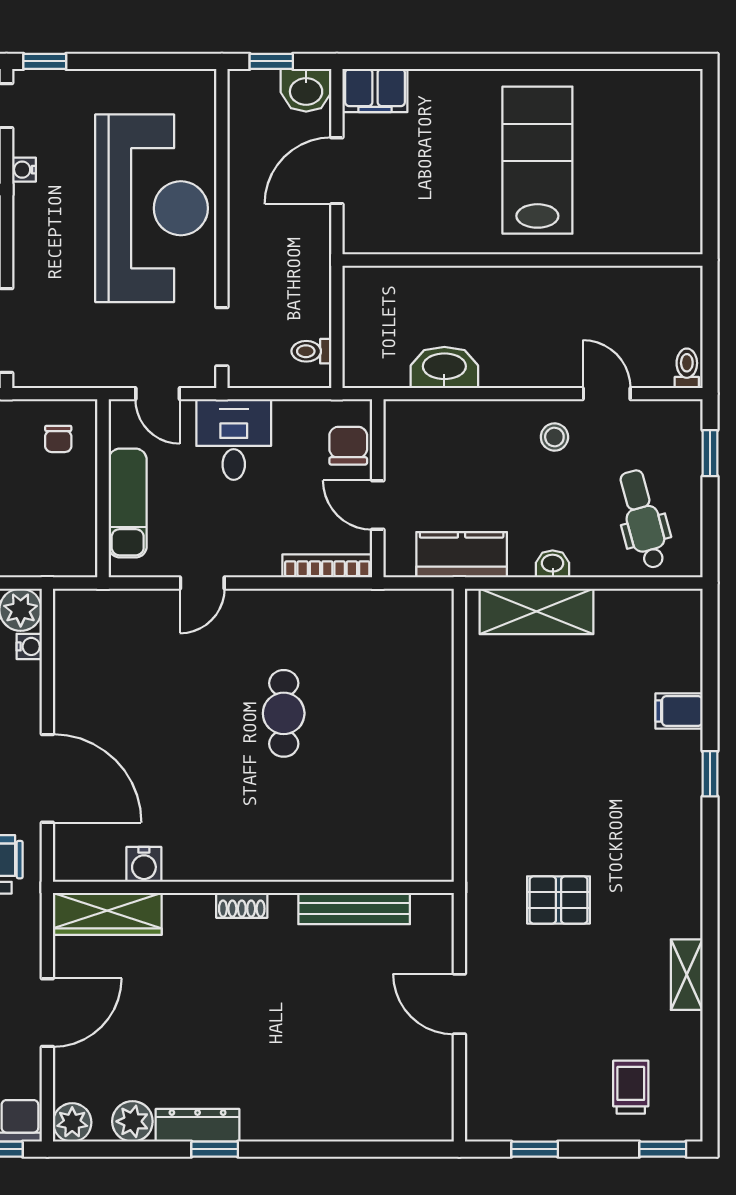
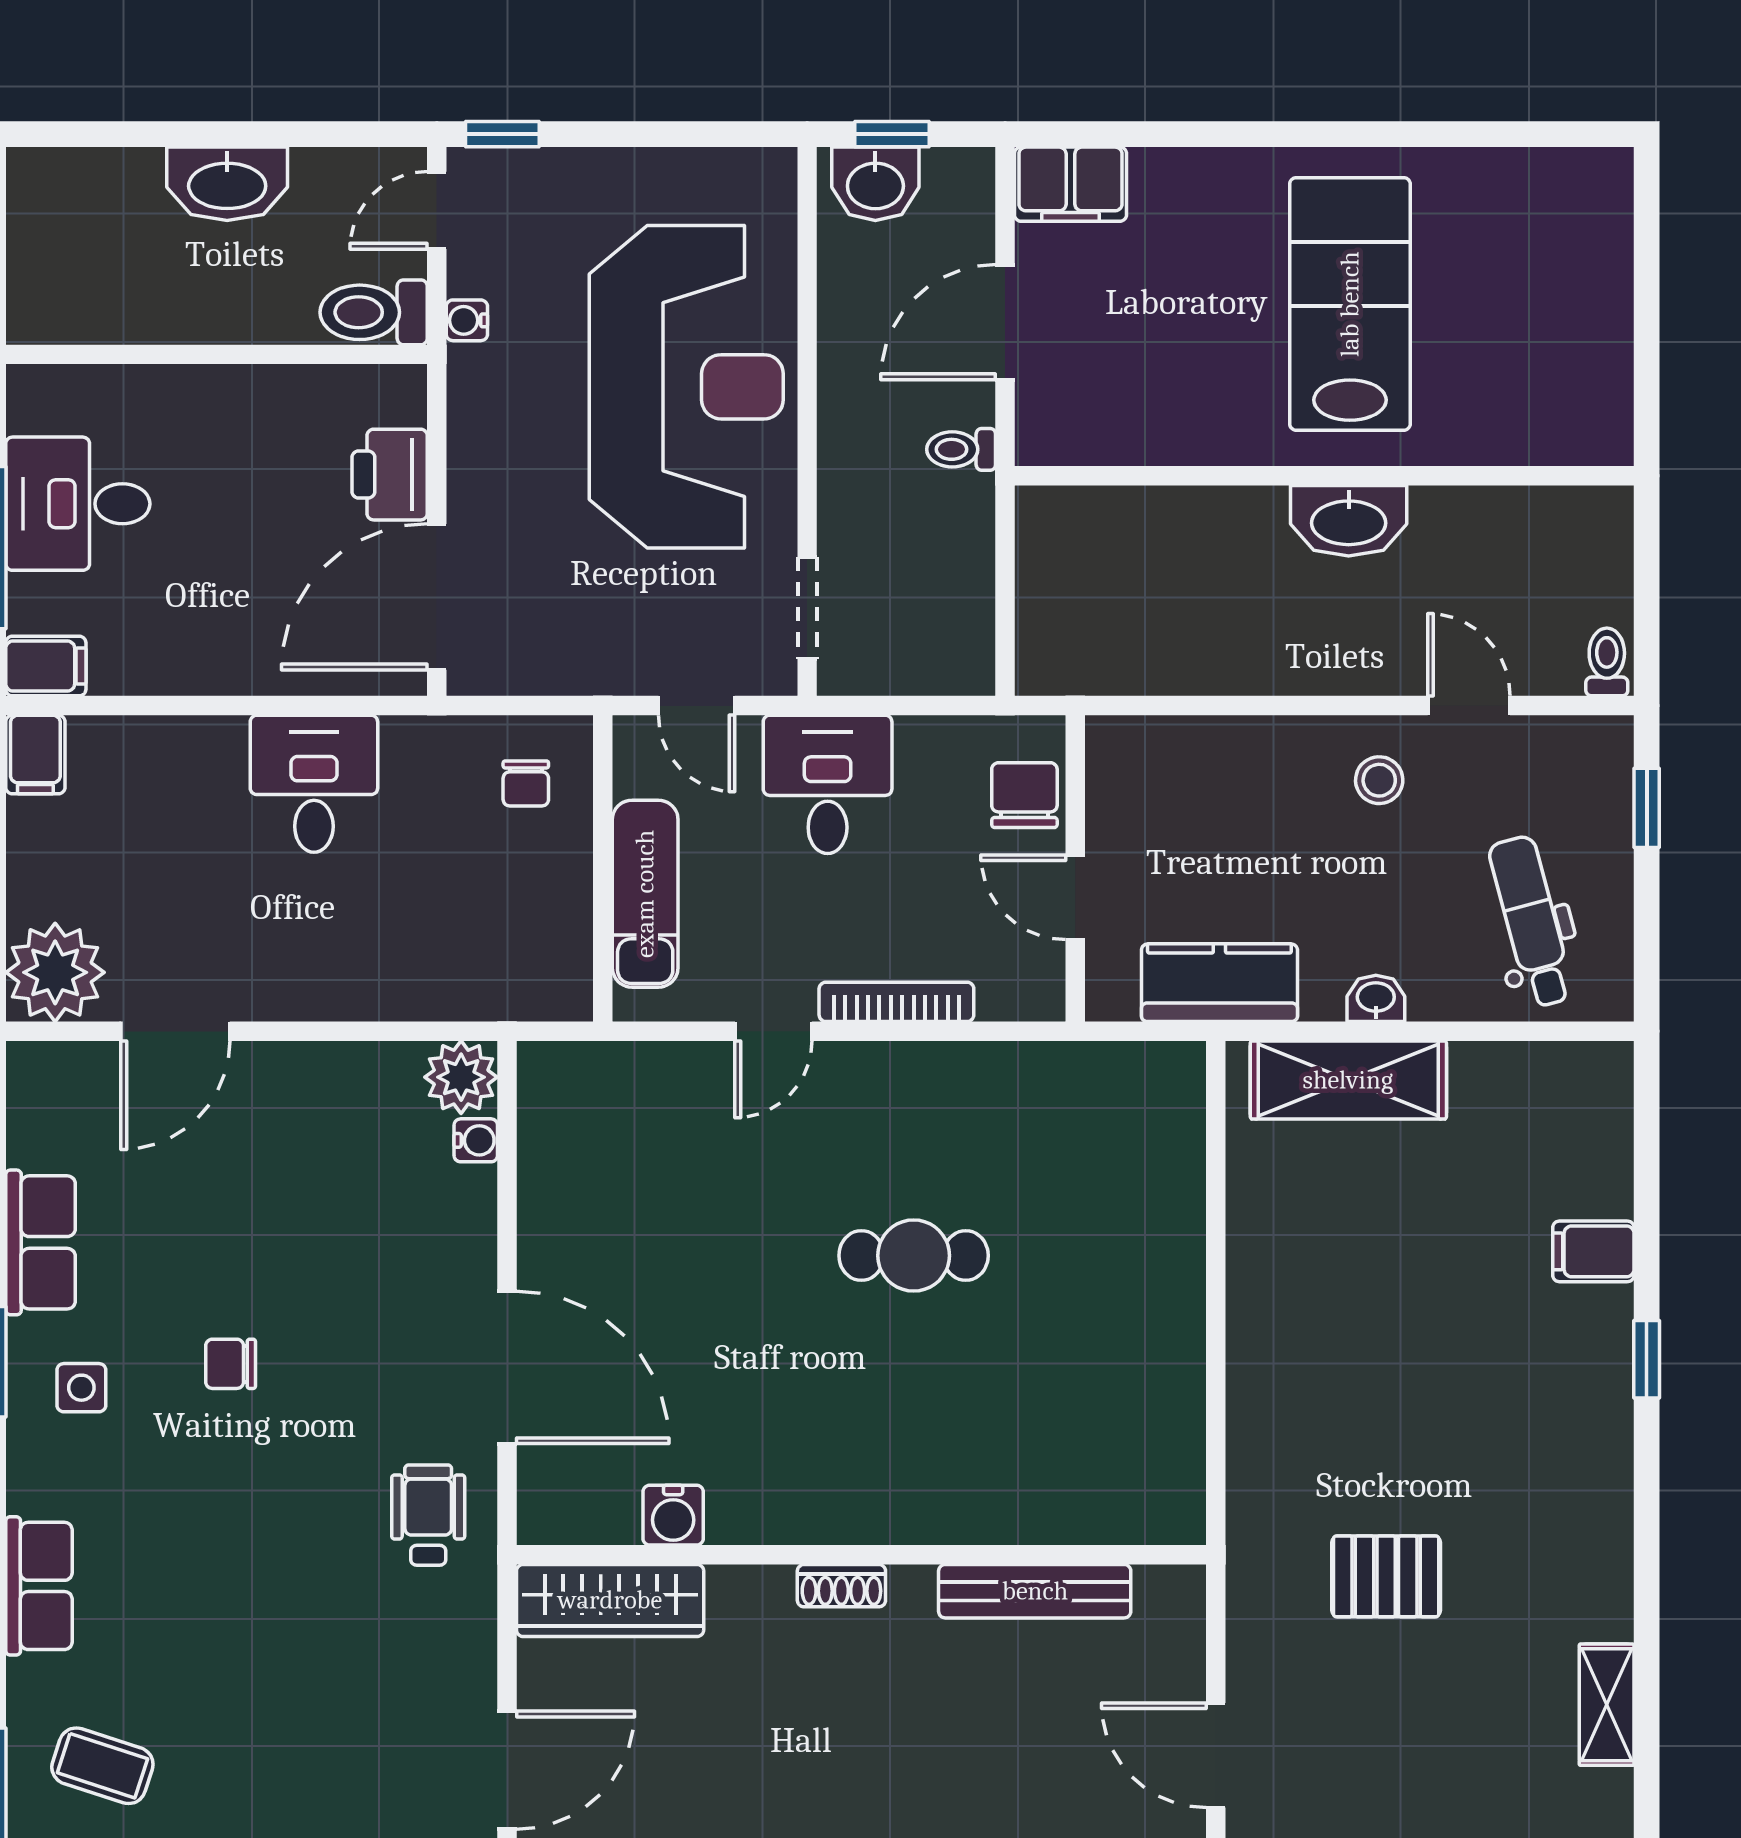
washbasin: (306, 90) -> (875, 184), moved
toilet: (311, 351) -> (961, 449), moved
washbasin: (444, 367) -> (1349, 521), moved, turned 180
bookcase: (327, 566) -> (896, 1002), moved
cafe table: (284, 713) -> (914, 1256), turned 90

